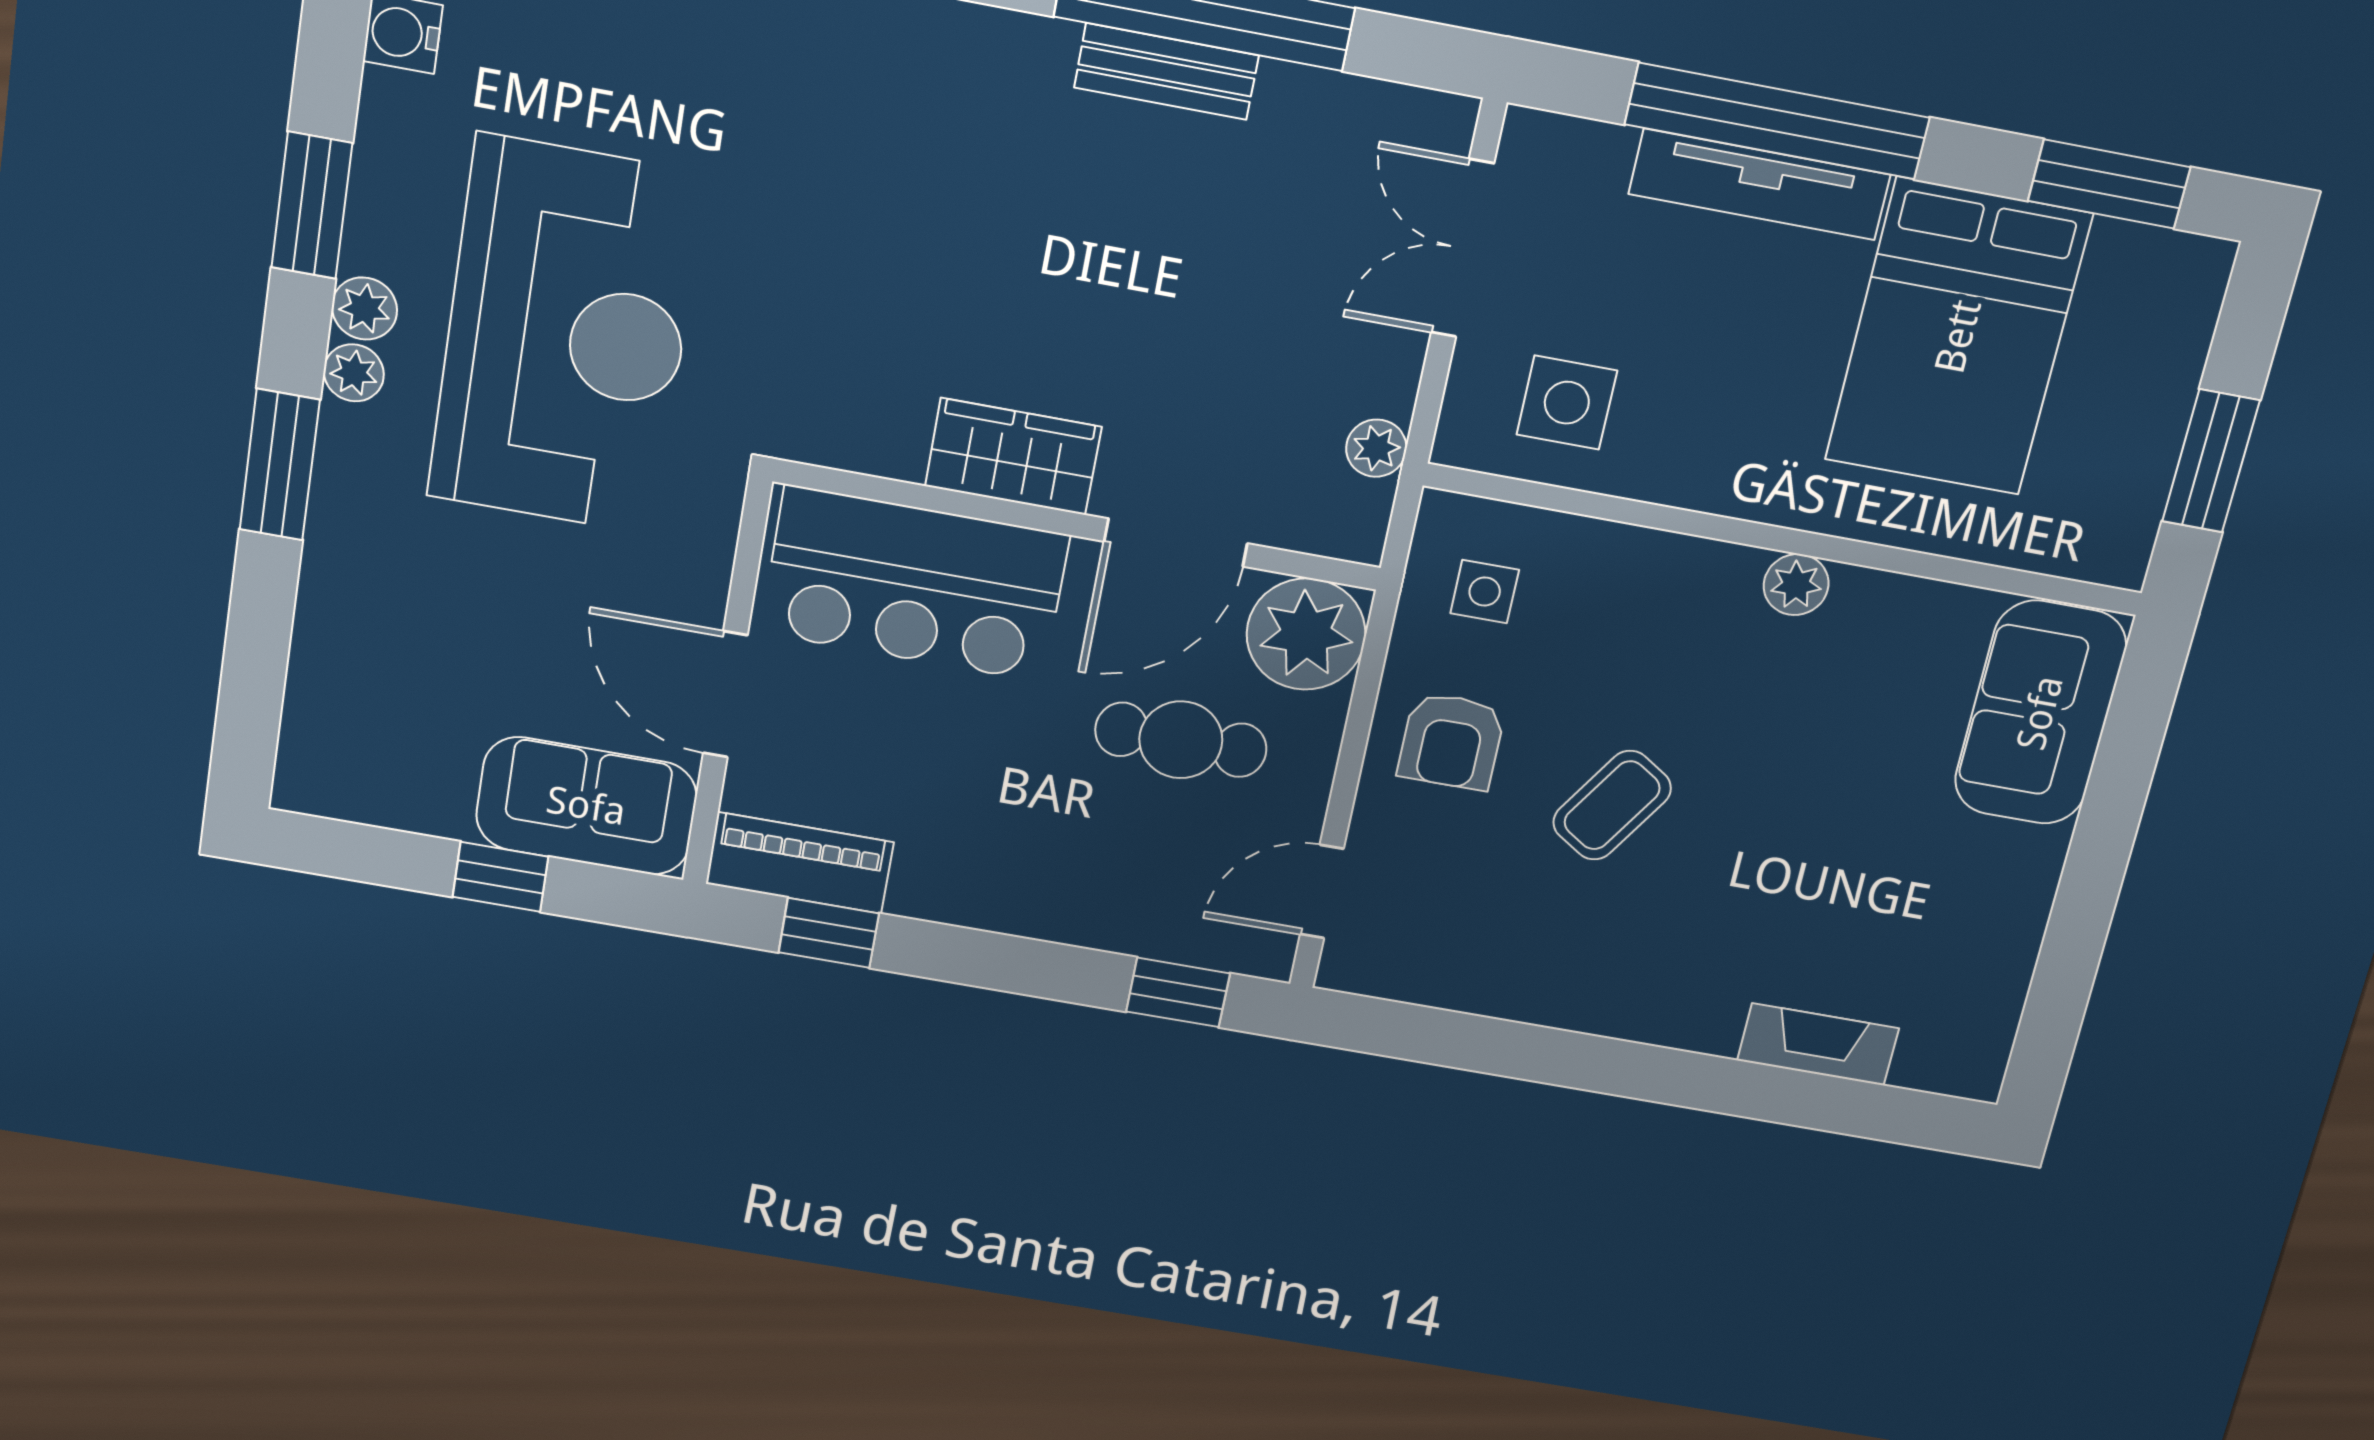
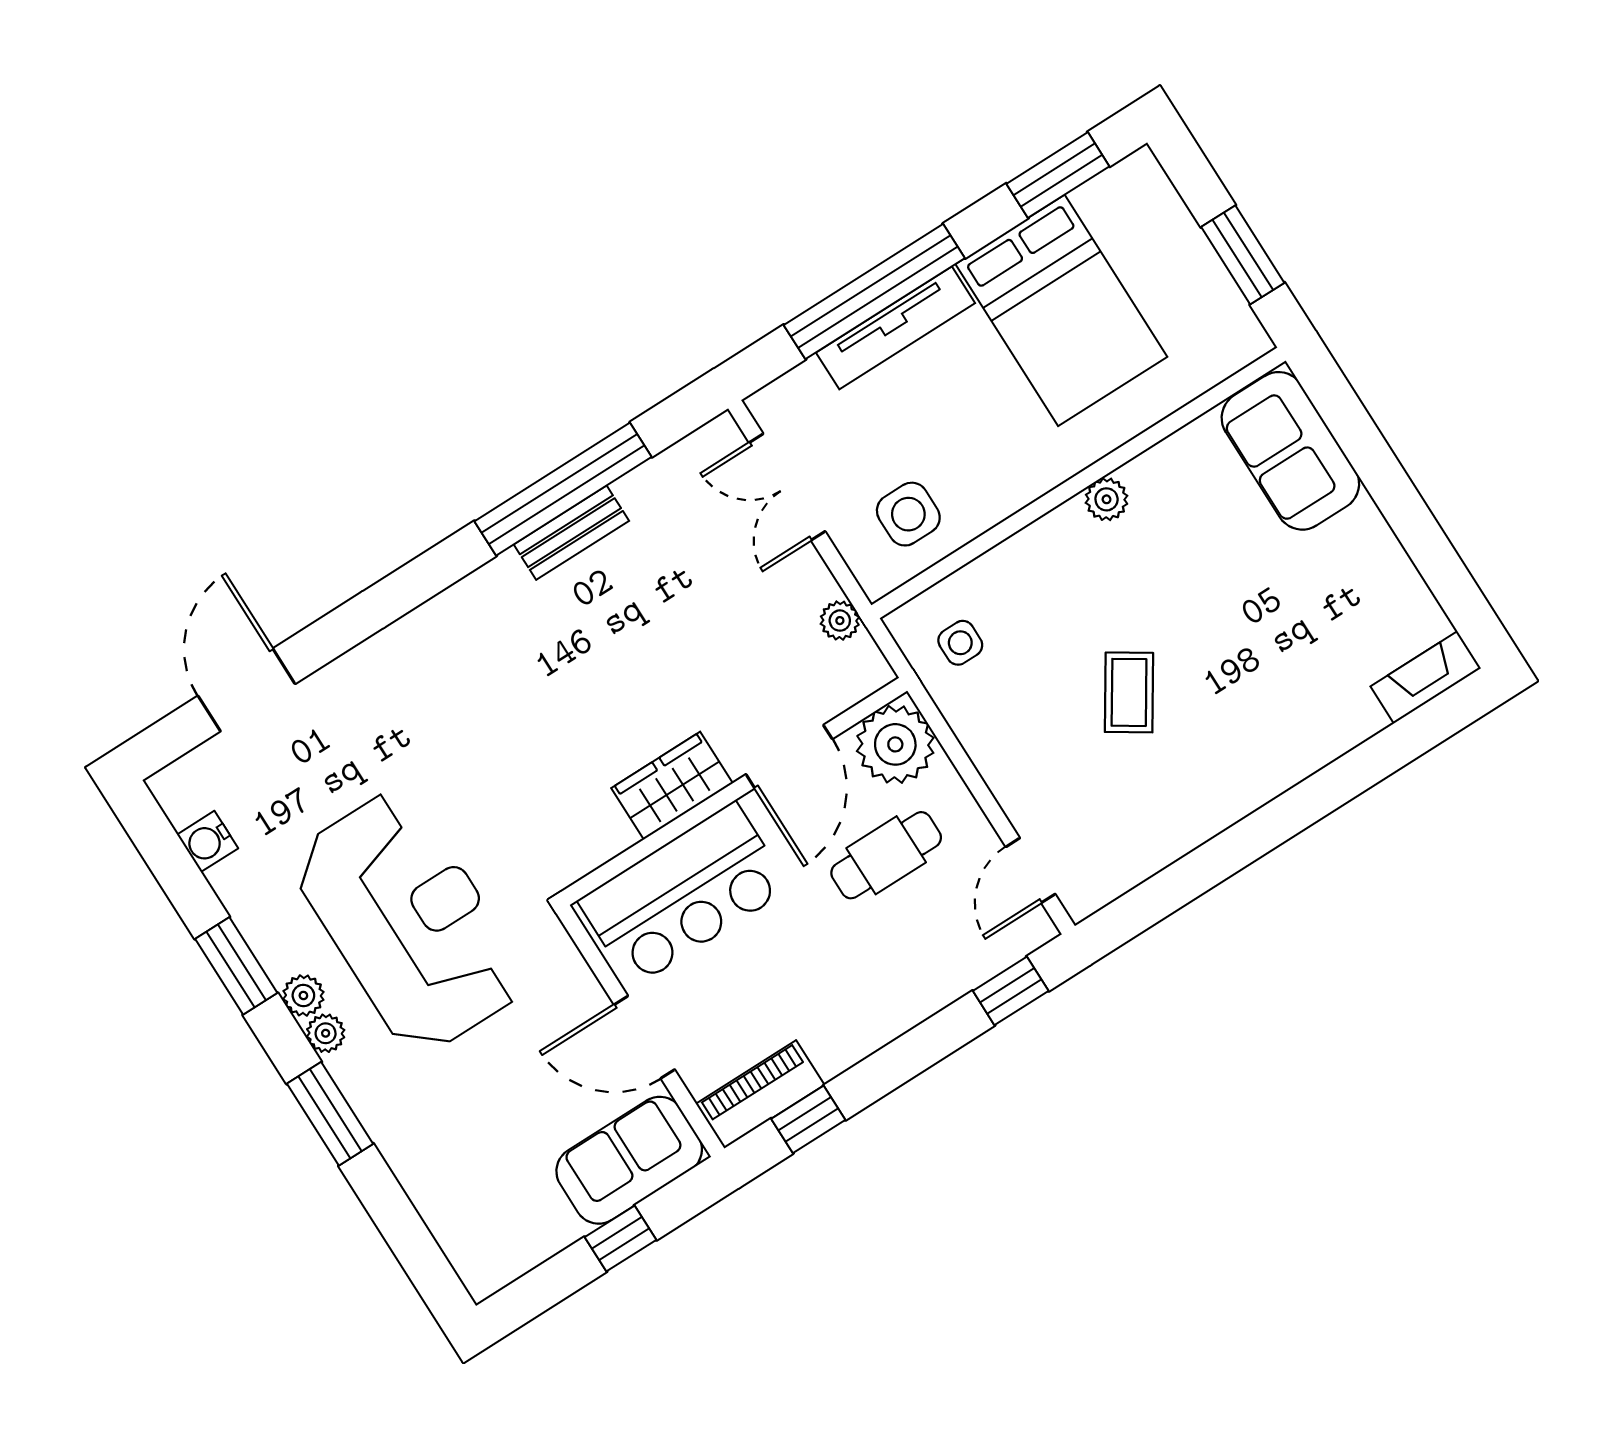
armchair: (1451, 741) -> (1018, 733), removed
fireplace: (1818, 1044) -> (1426, 677), moved

